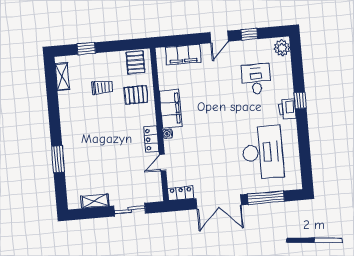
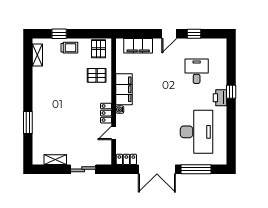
plant: (282, 48) -> (220, 47), removed
trolley: (102, 87) -> (69, 48), moved

